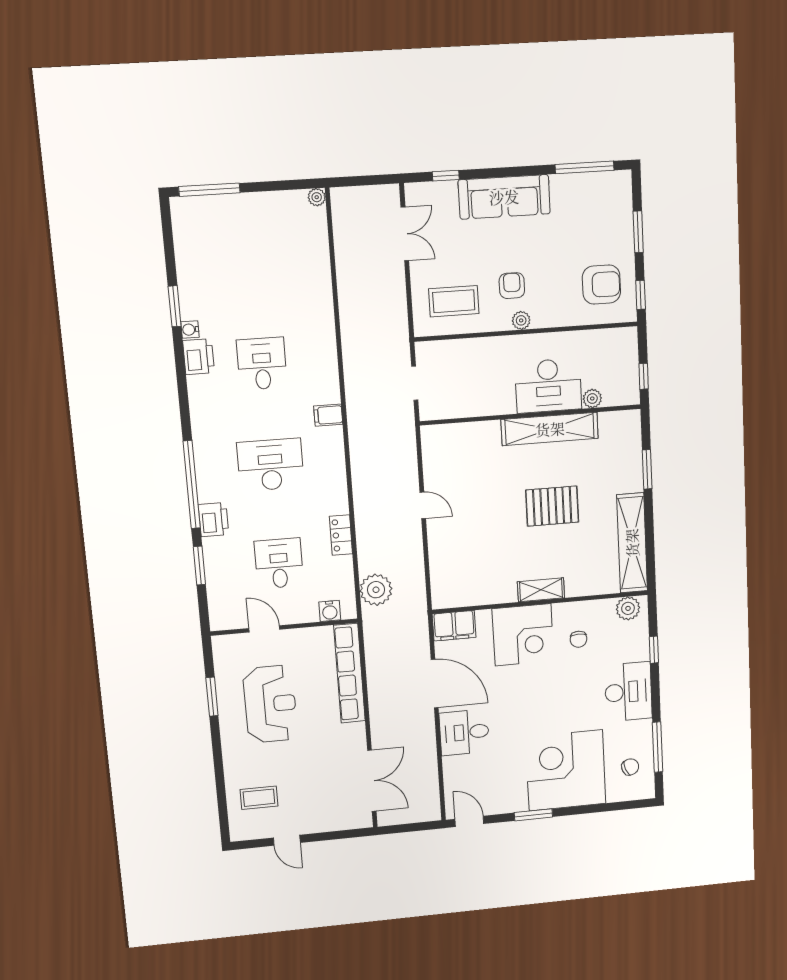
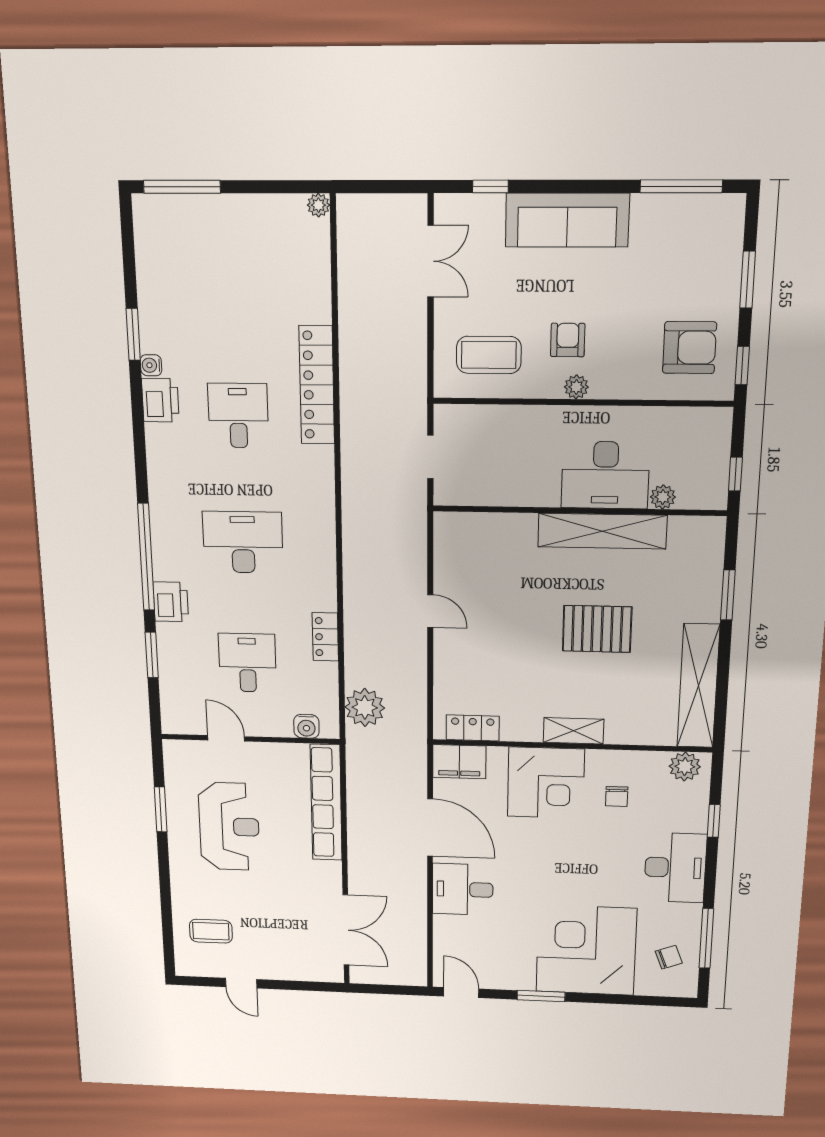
locker: (323, 335) -> (317, 385), added
filing cabinet: (328, 415) -> (318, 487), removed
locker: (463, 597) -> (473, 728), added

